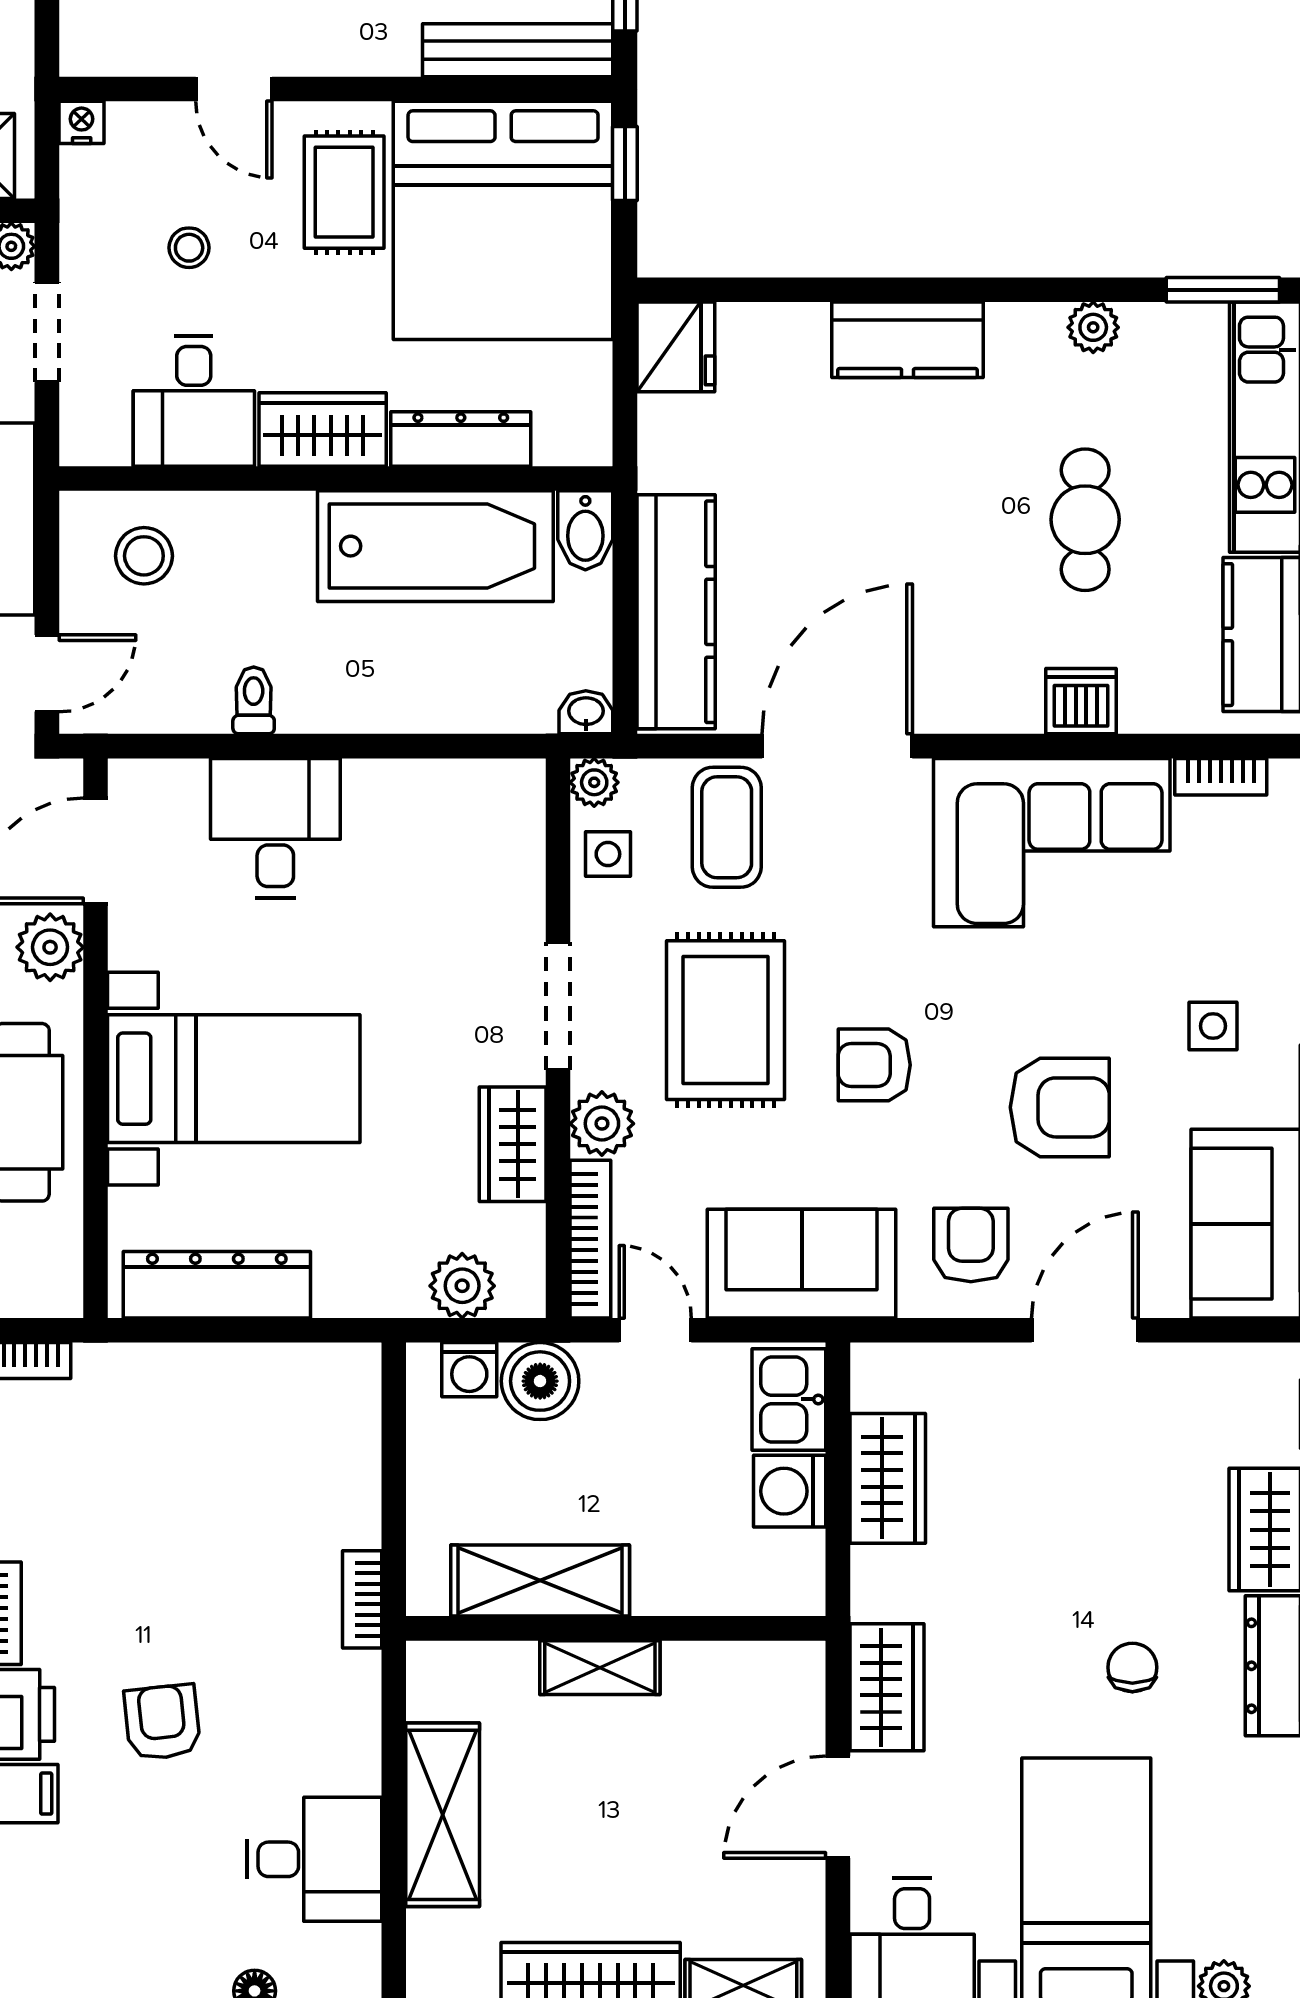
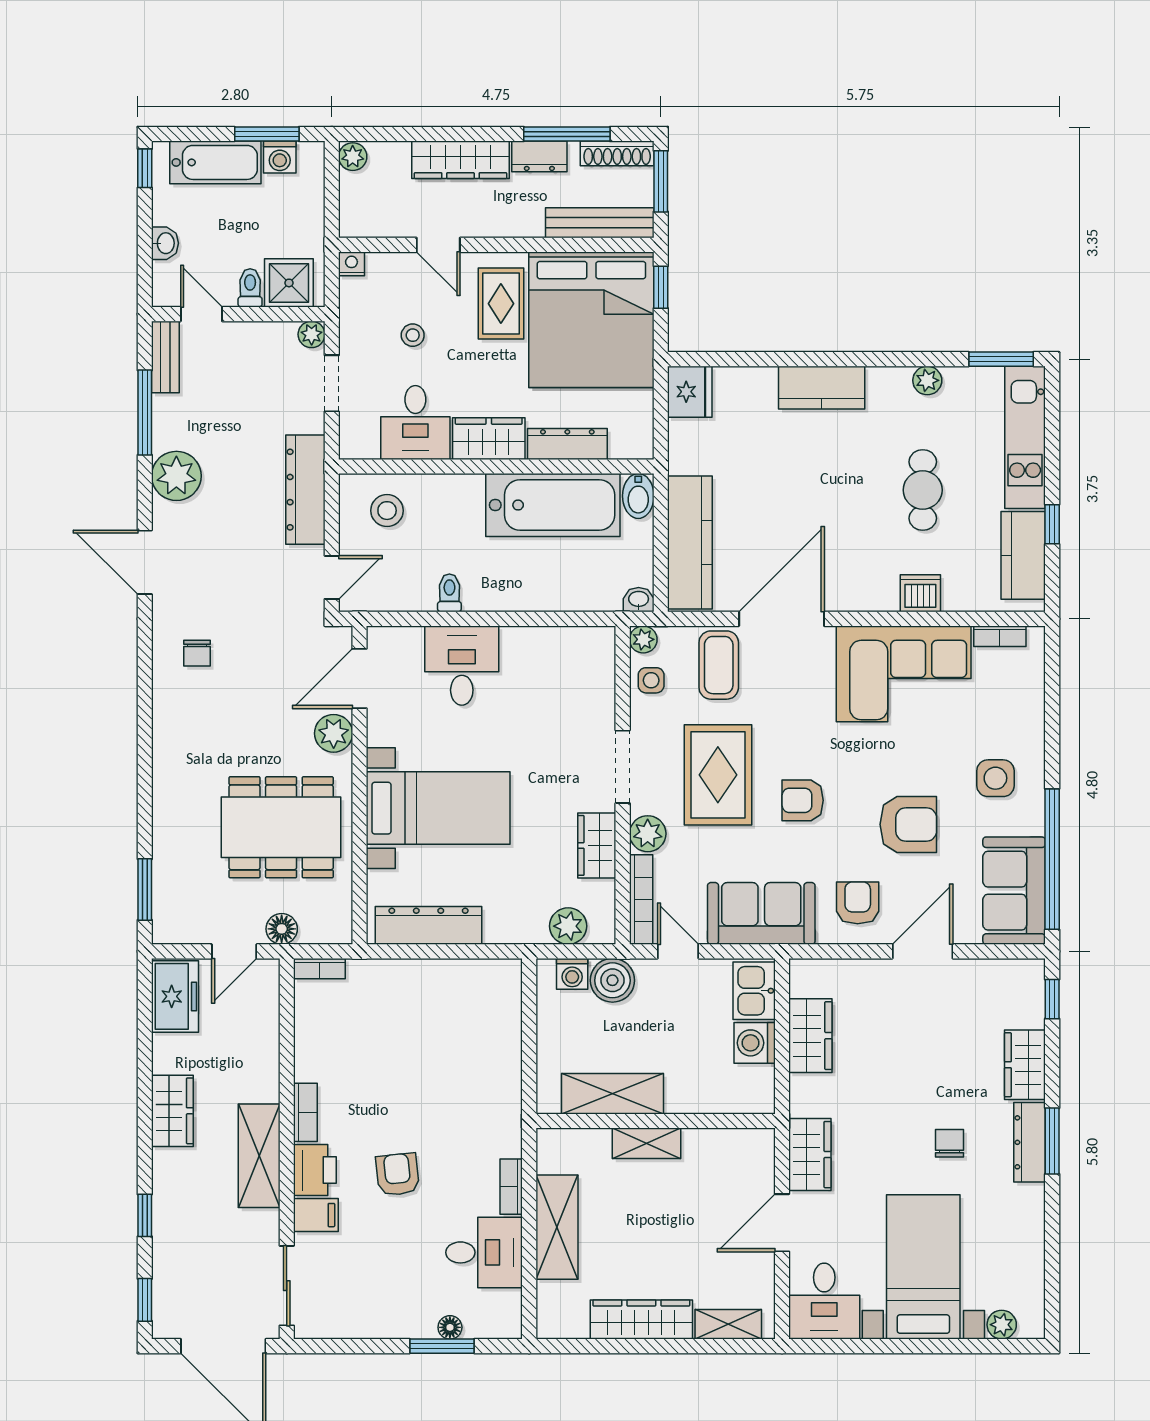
side table: (1213, 1026) -> (995, 778), width x1.37, depth x1.37
bookcase: (362, 1599) -> (511, 1187), moved

